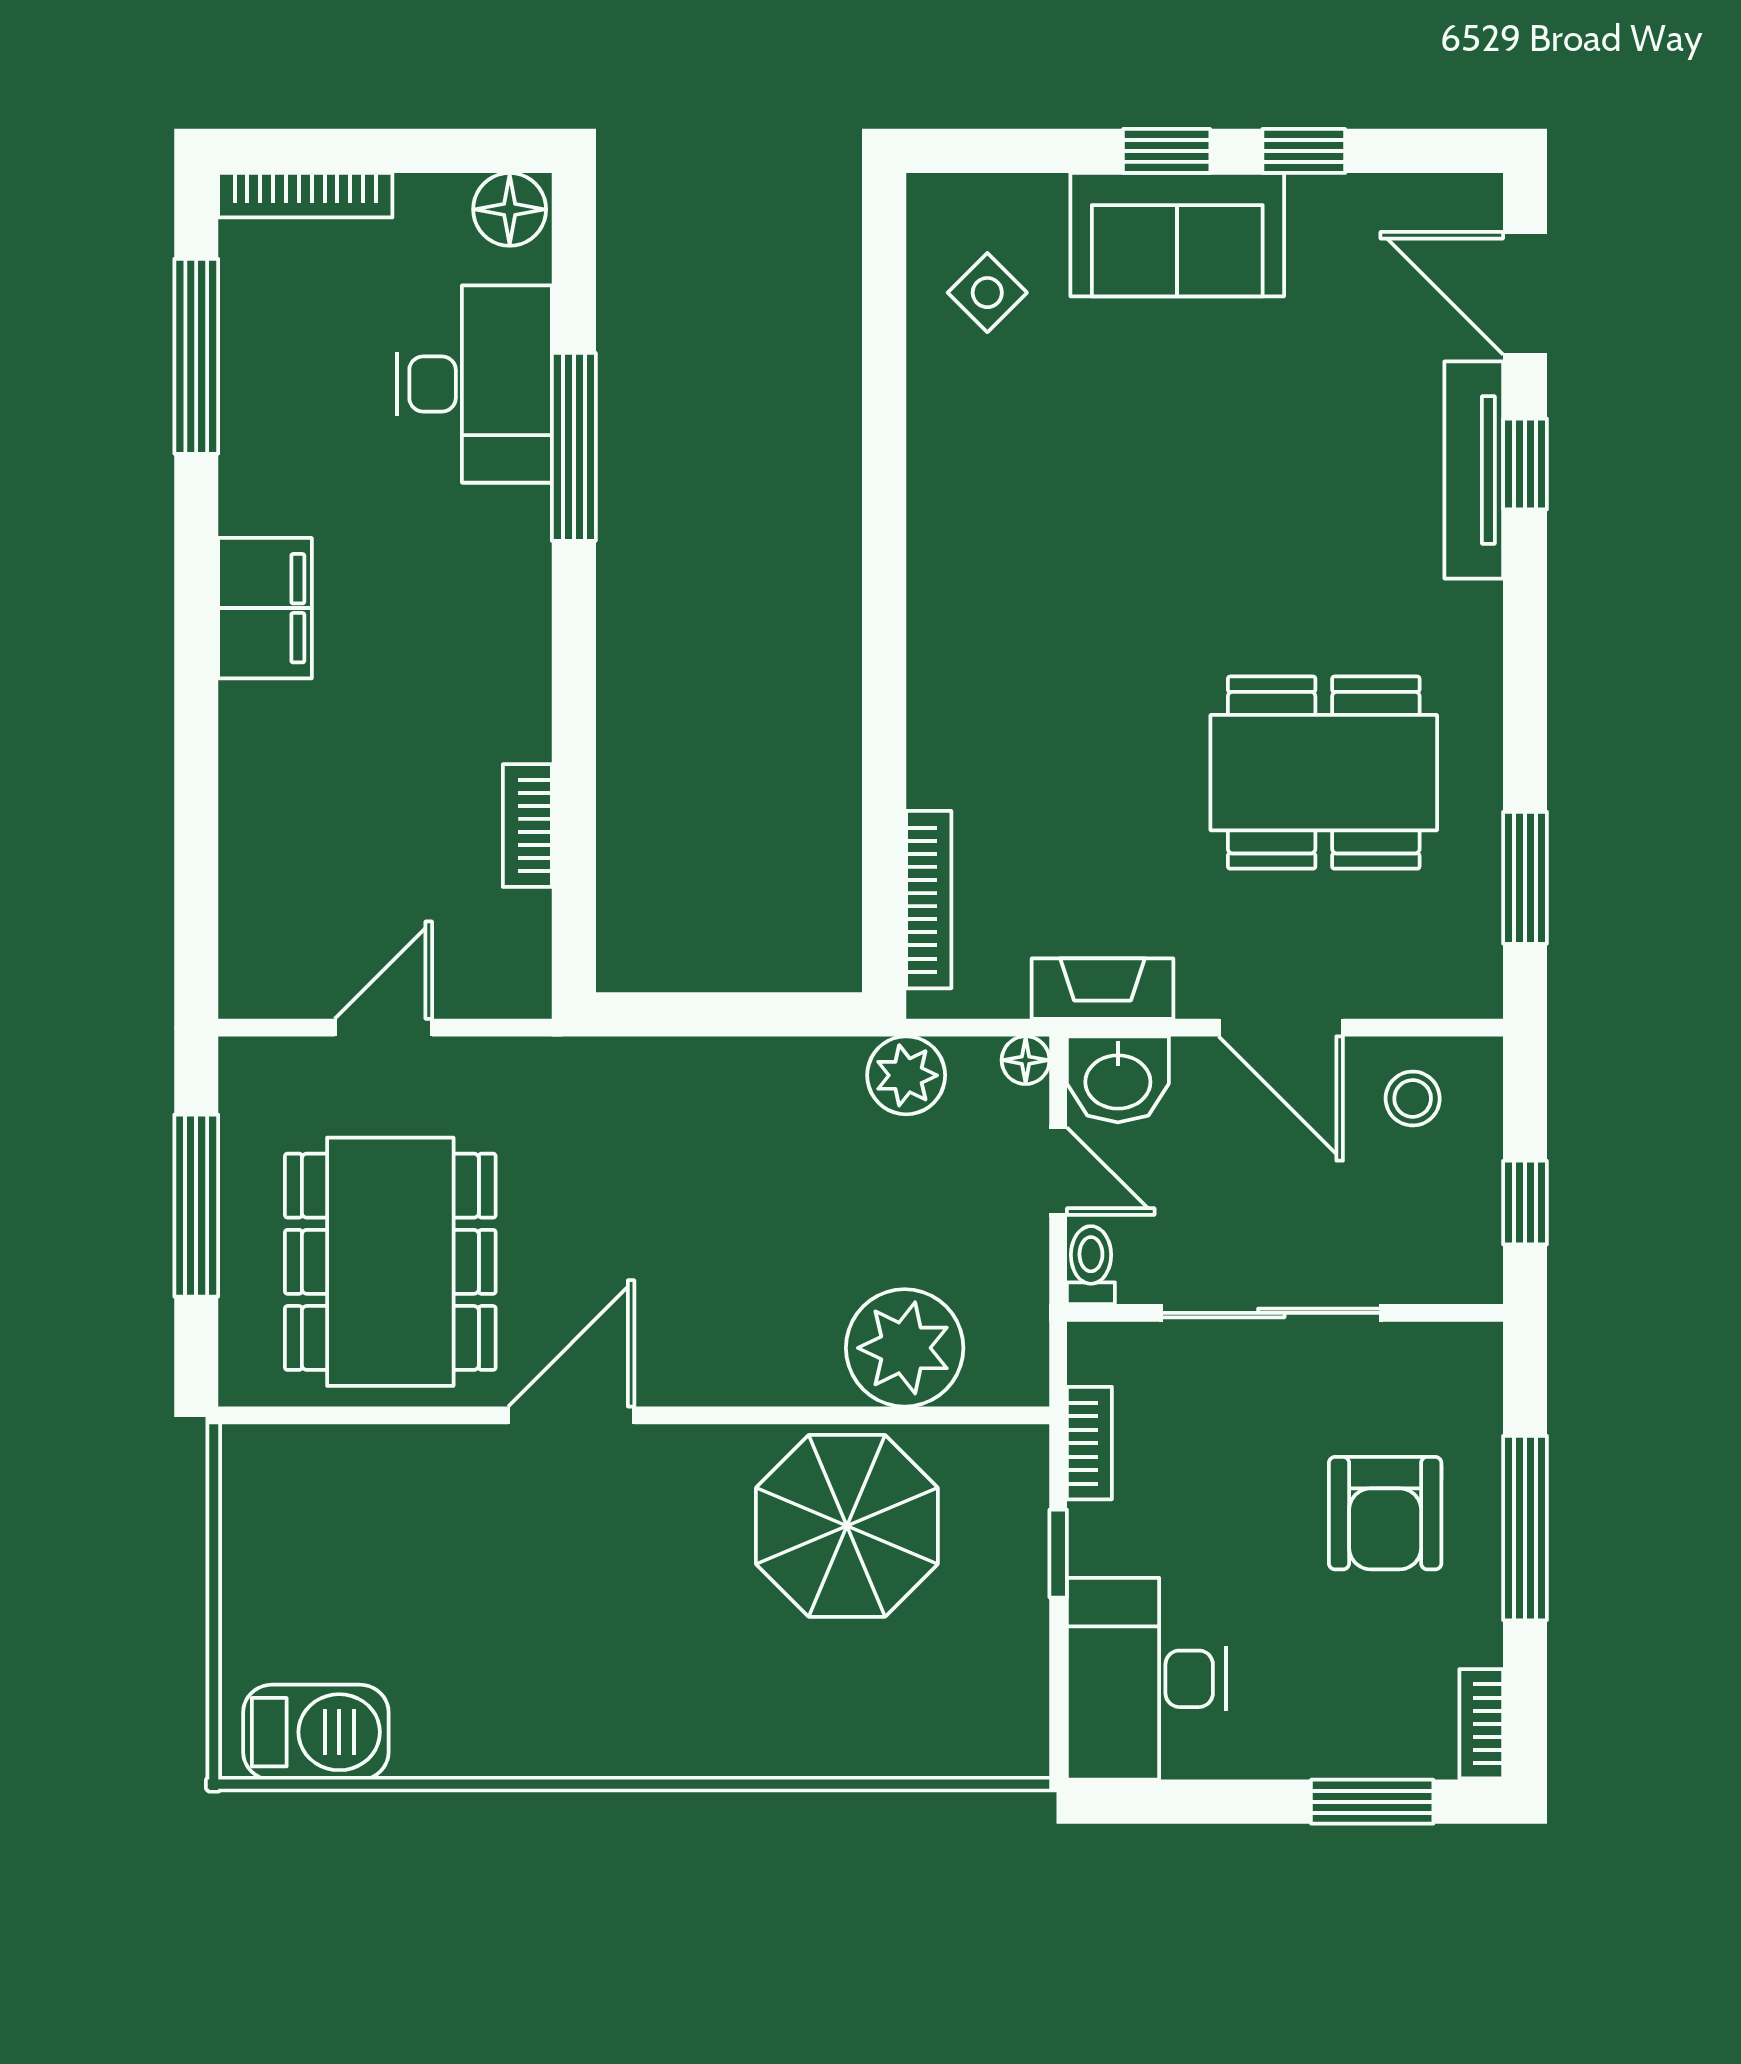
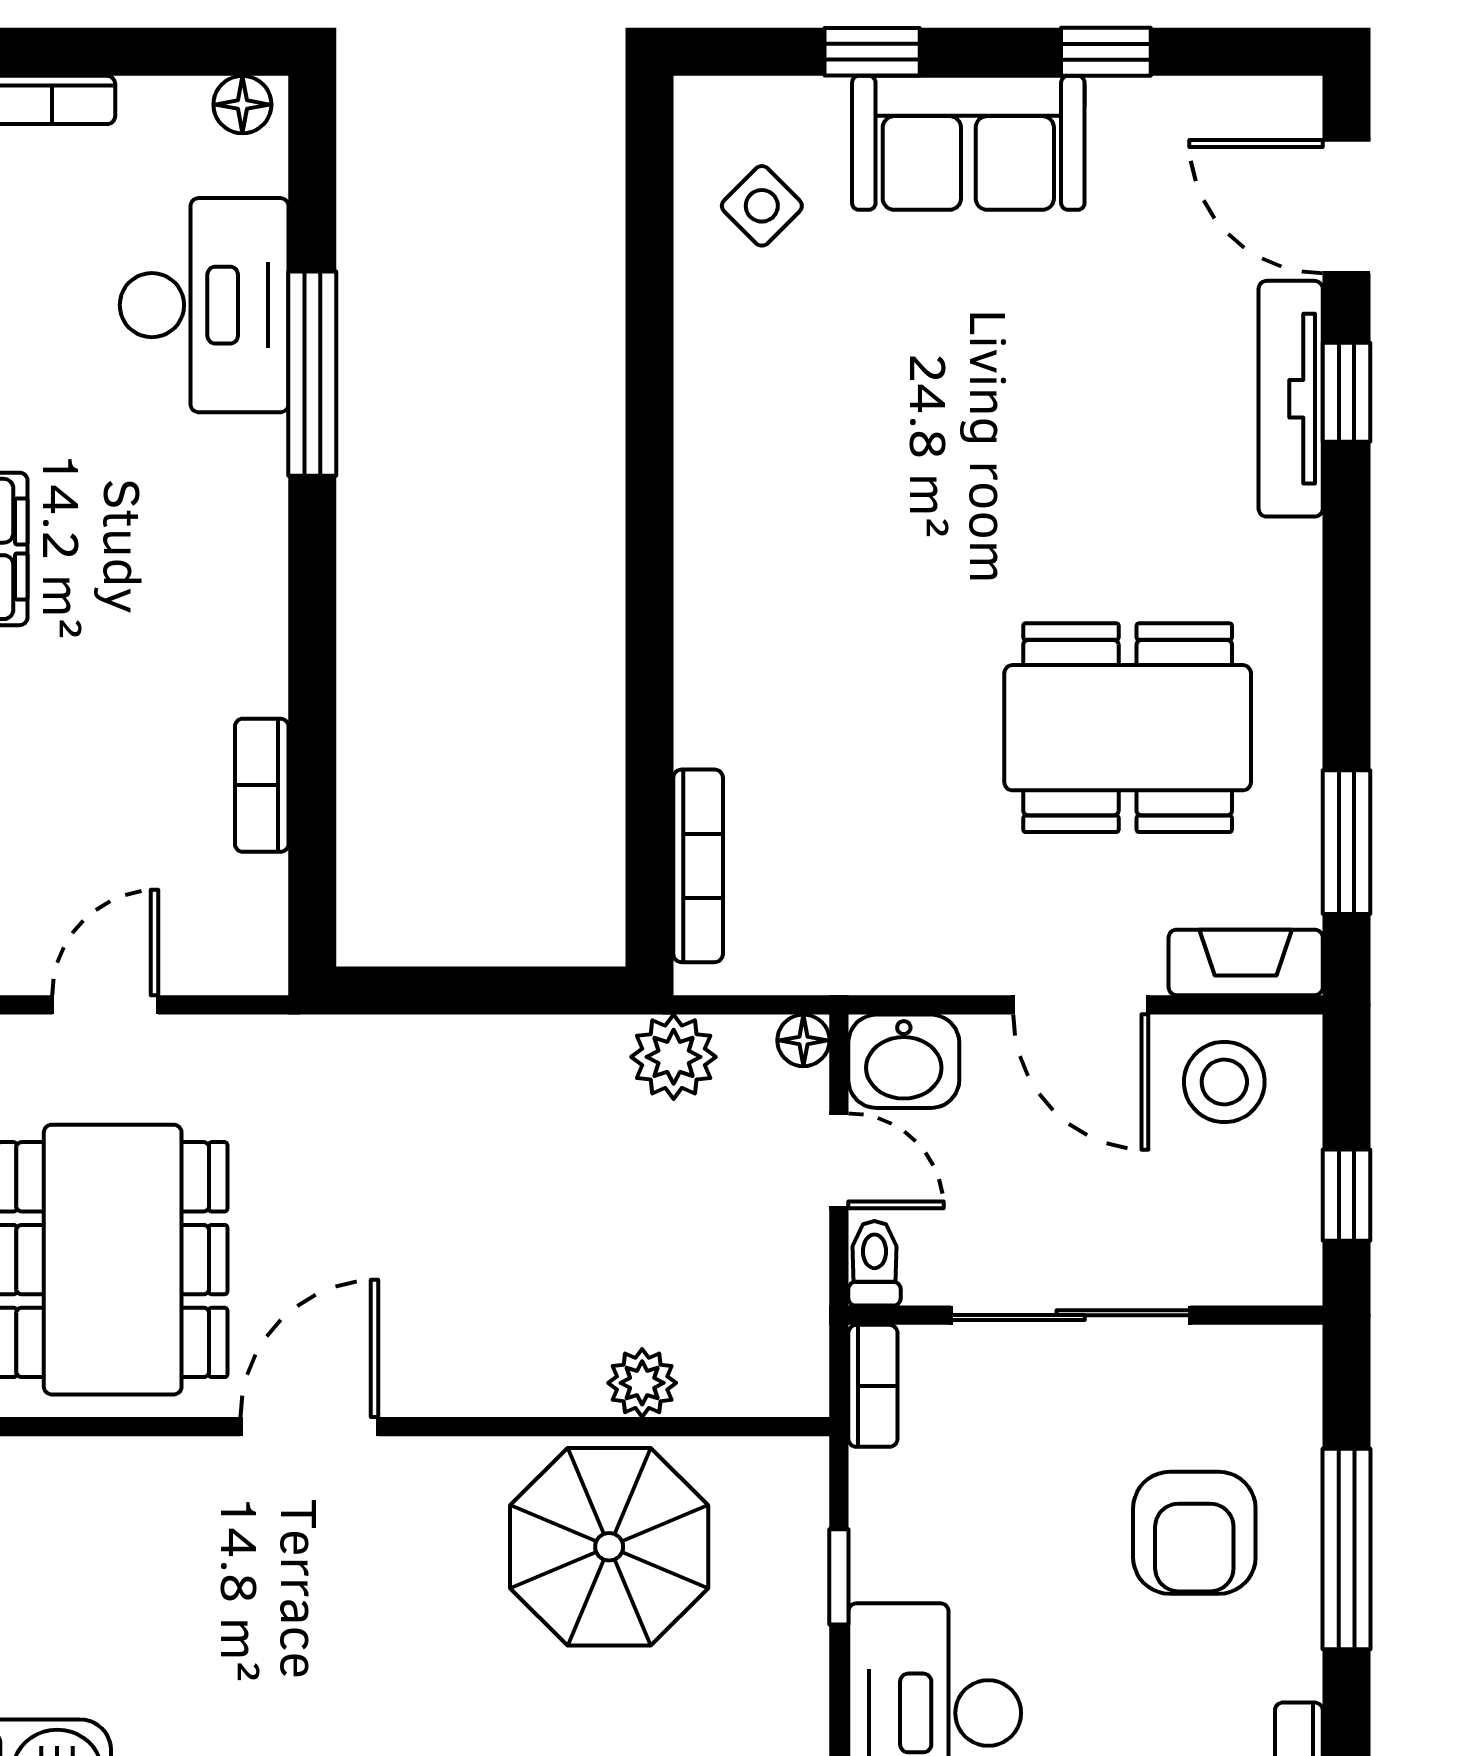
window: (1167, 151) -> (872, 52), moved
floor lamp: (510, 209) -> (242, 105), width x0.73, depth x0.73
fireplace: (1103, 989) -> (1246, 962), moved
stool: (1413, 1098) -> (1224, 1082), width x1.37, depth x1.37
plant: (905, 1348) -> (642, 1383), width x0.53, depth x0.53
bookcase: (1089, 1443) -> (873, 1386), moved

